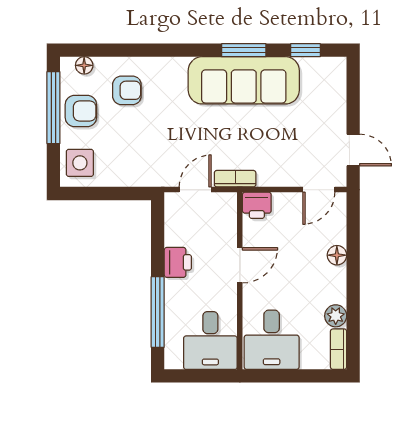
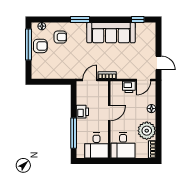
window: (244, 50) -> (80, 20), moved
side table: (80, 163) -> (40, 68), removed
printer: (257, 205) -> (129, 87), moved
plant: (336, 316) -> (147, 131), width x1.88, depth x1.88

